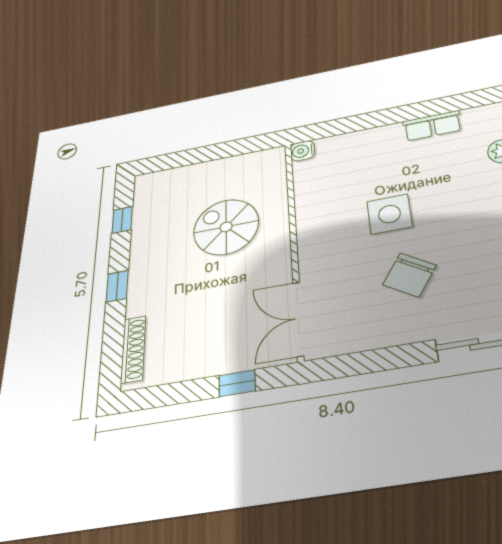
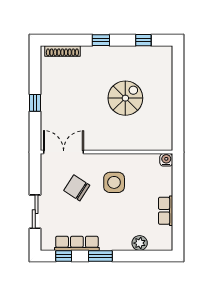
water cooler: (302, 151) -> (166, 160), moved
wall: (294, 244) -> (107, 152), moved
double door: (298, 319) -> (64, 152), moved

